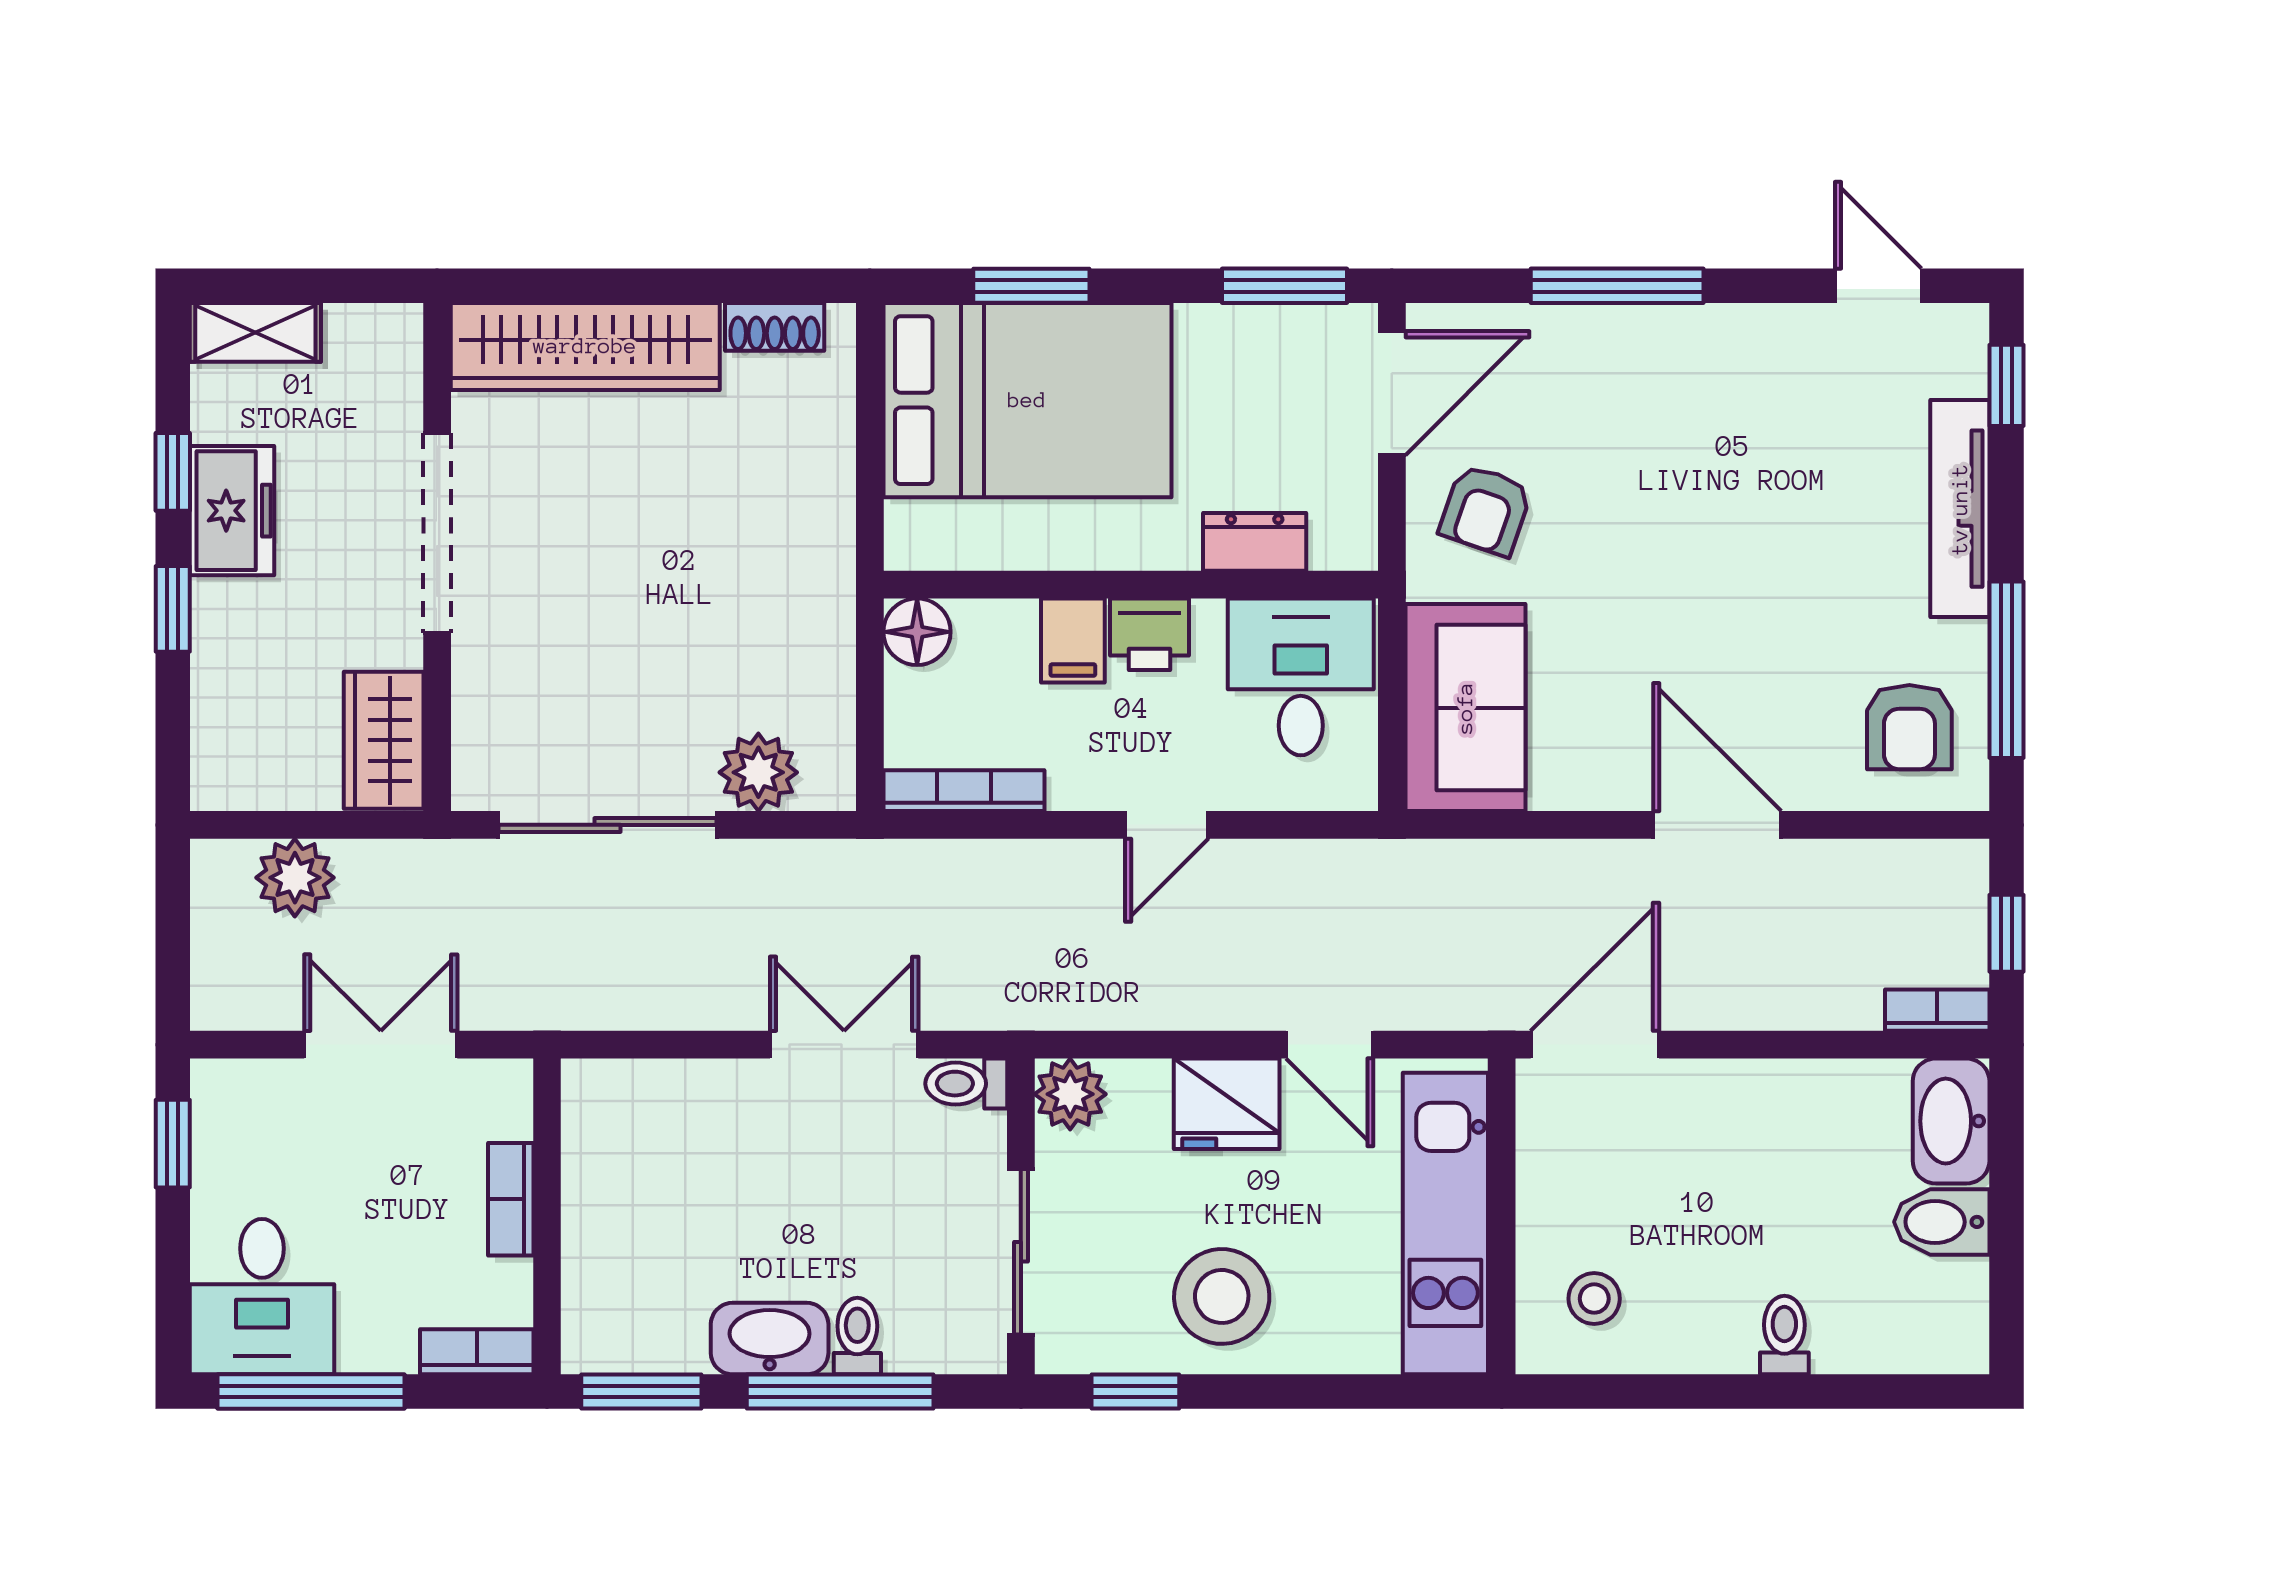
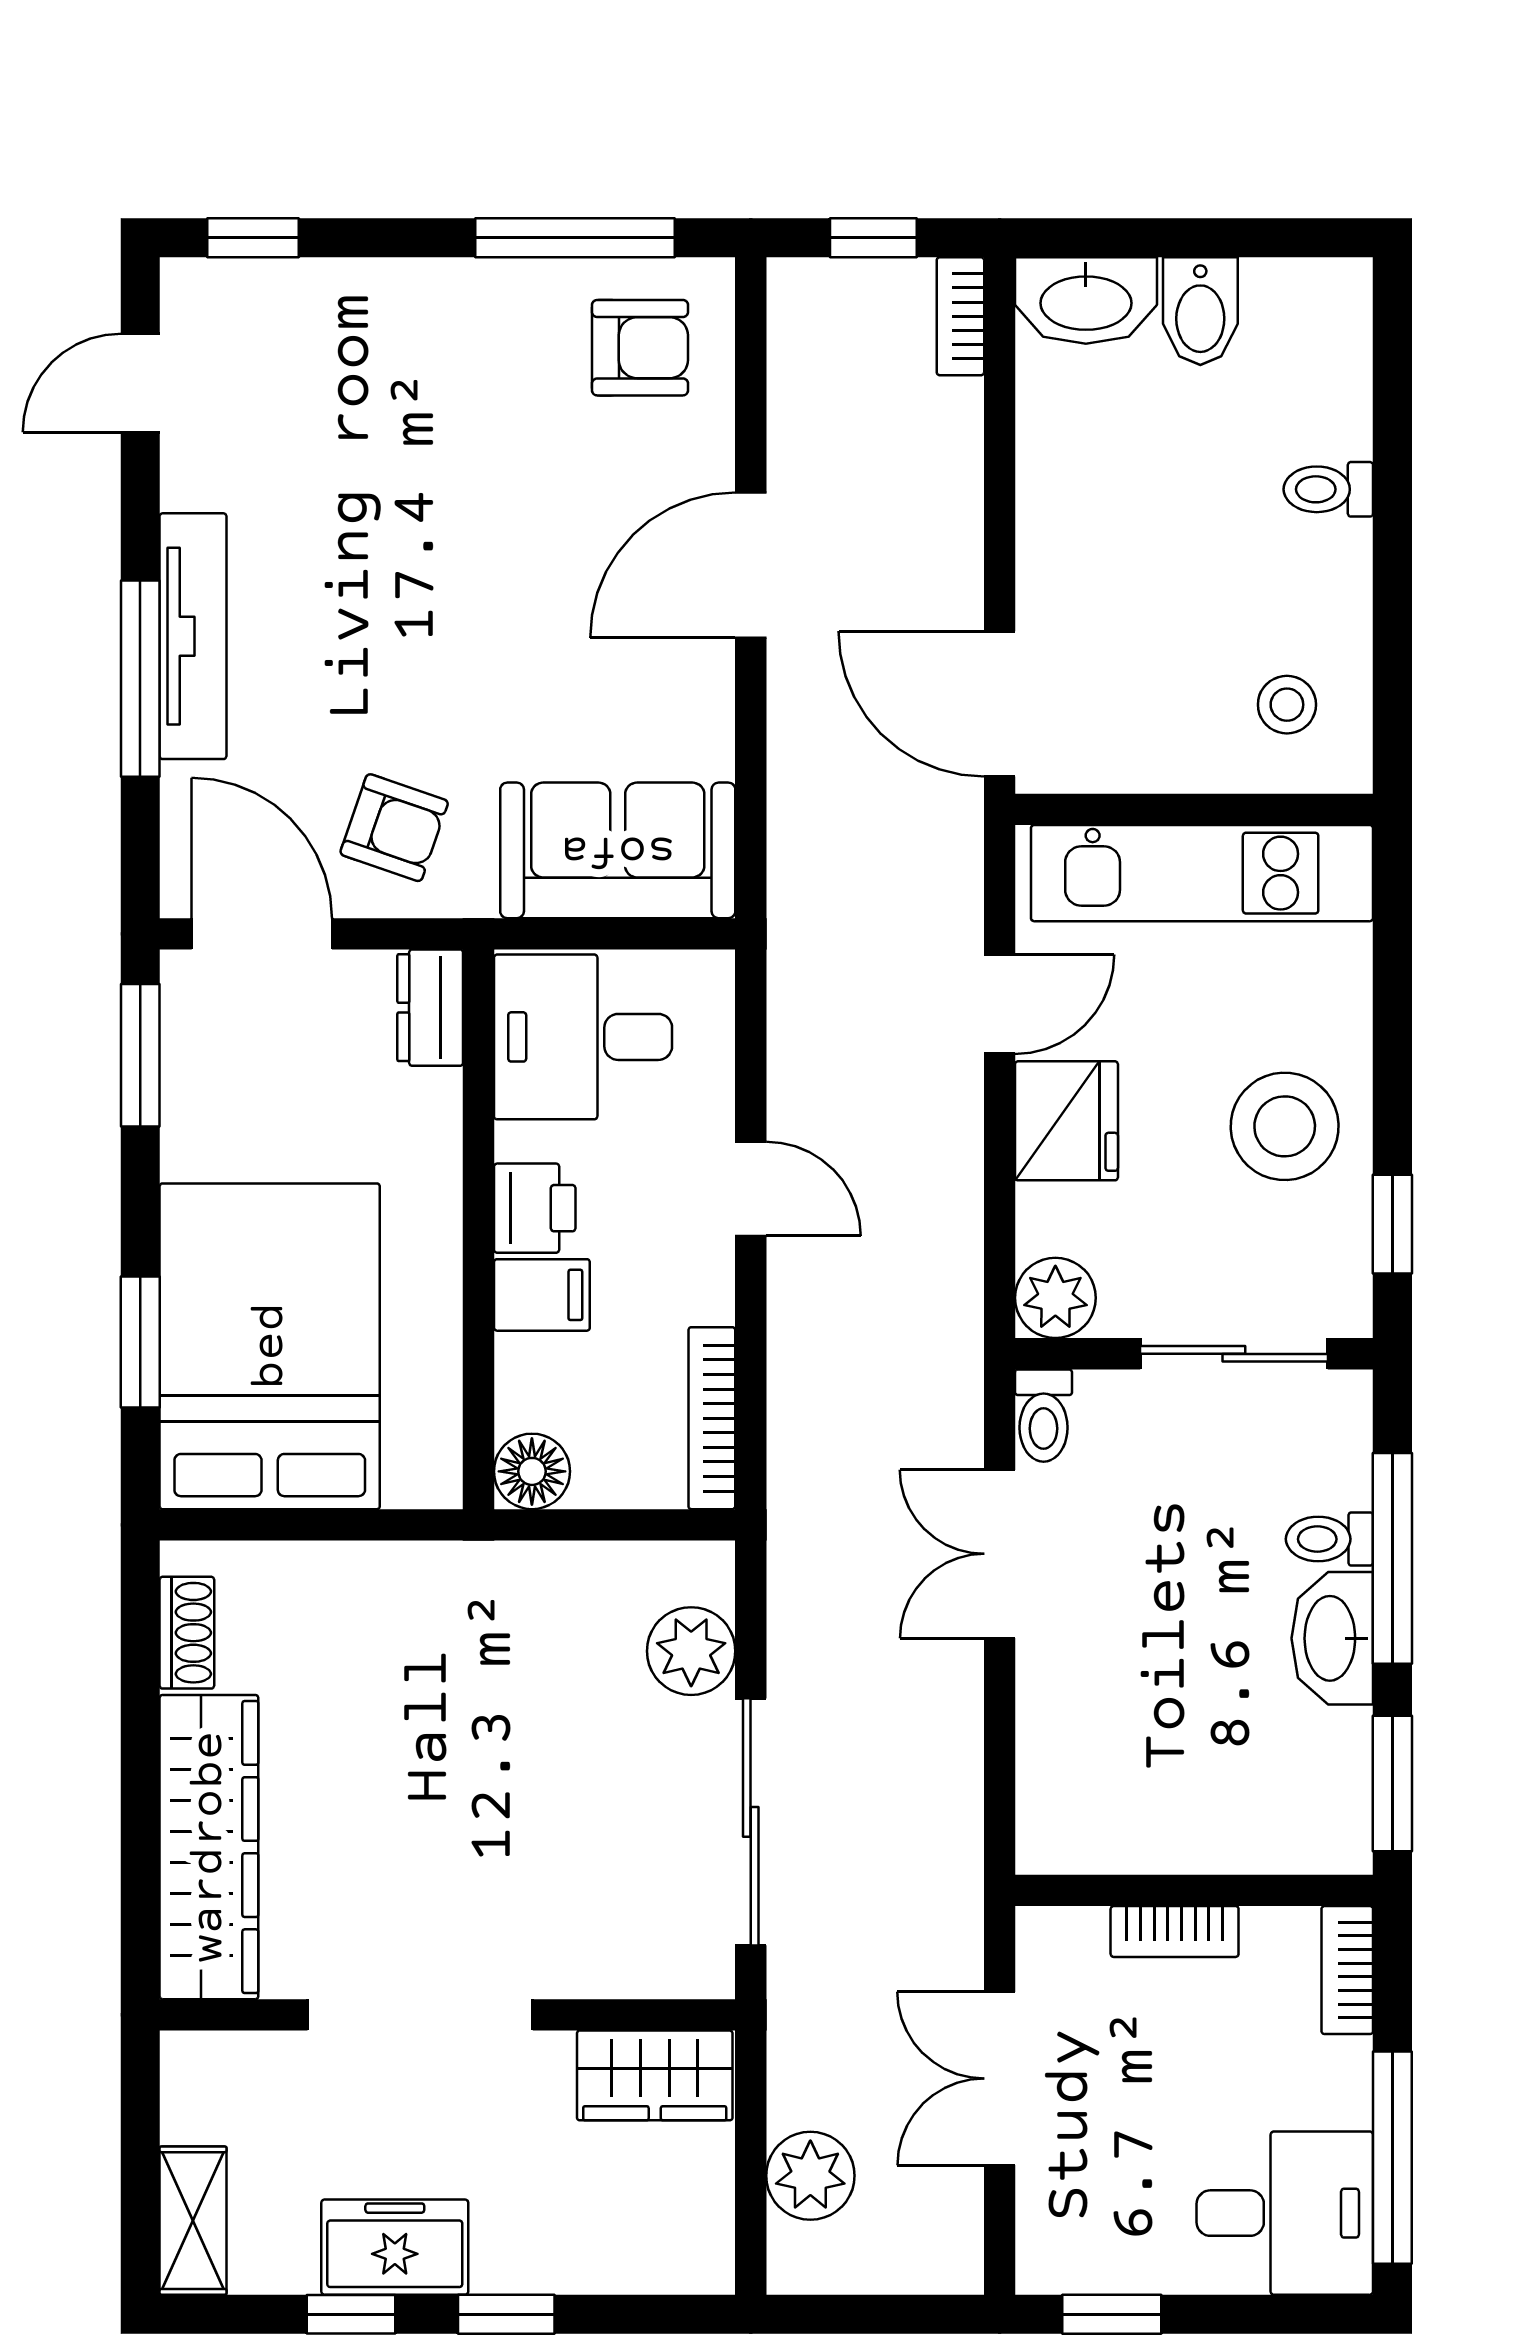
tv unit: (1960, 509) -> (193, 636), moved, turned -90
dresser: (1255, 542) -> (430, 1008), moved

